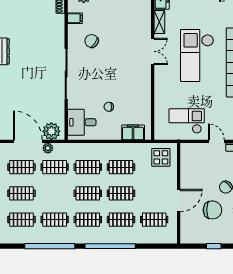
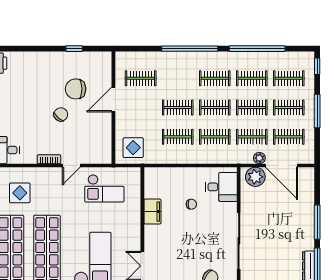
filing cabinet: (133, 132) -> (152, 212), moved, turned -90
door: (216, 141) -> (71, 165), hinge flipped
clothes rail: (121, 220) -> (252, 108), moved

